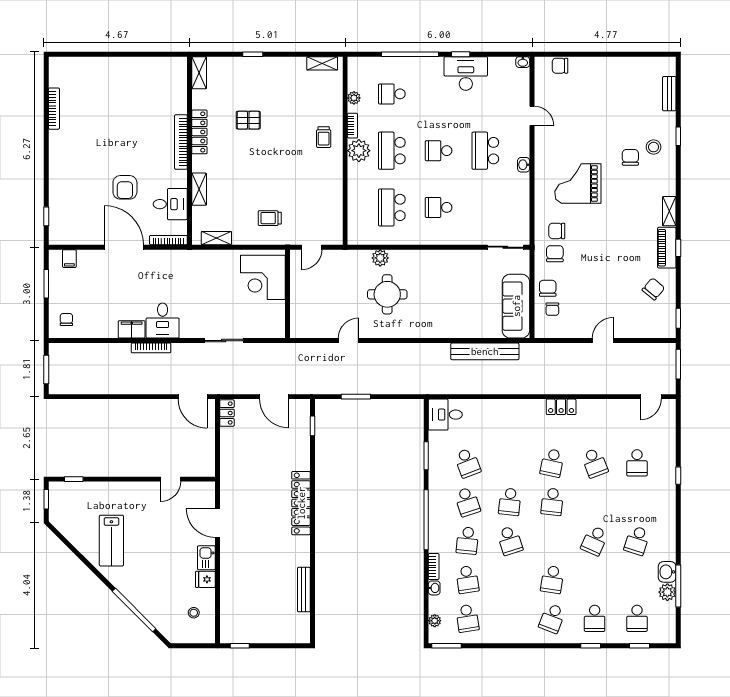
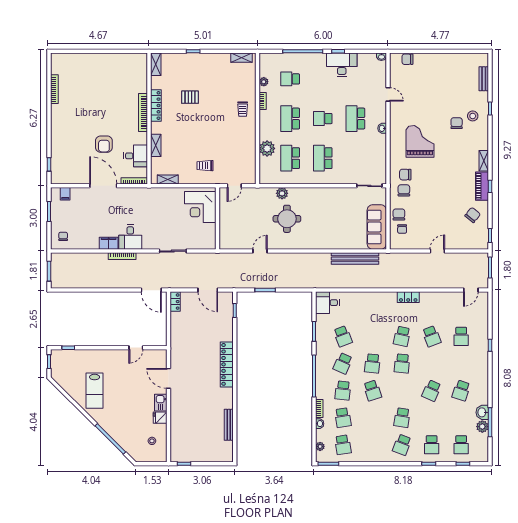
plant: (359, 151) -> (267, 148), moved
grand piano: (578, 183) -> (420, 141), turned 90
school desk: (439, 207) -> (323, 158), width x1.85
school desk: (467, 502) -> (343, 363), turned 42

